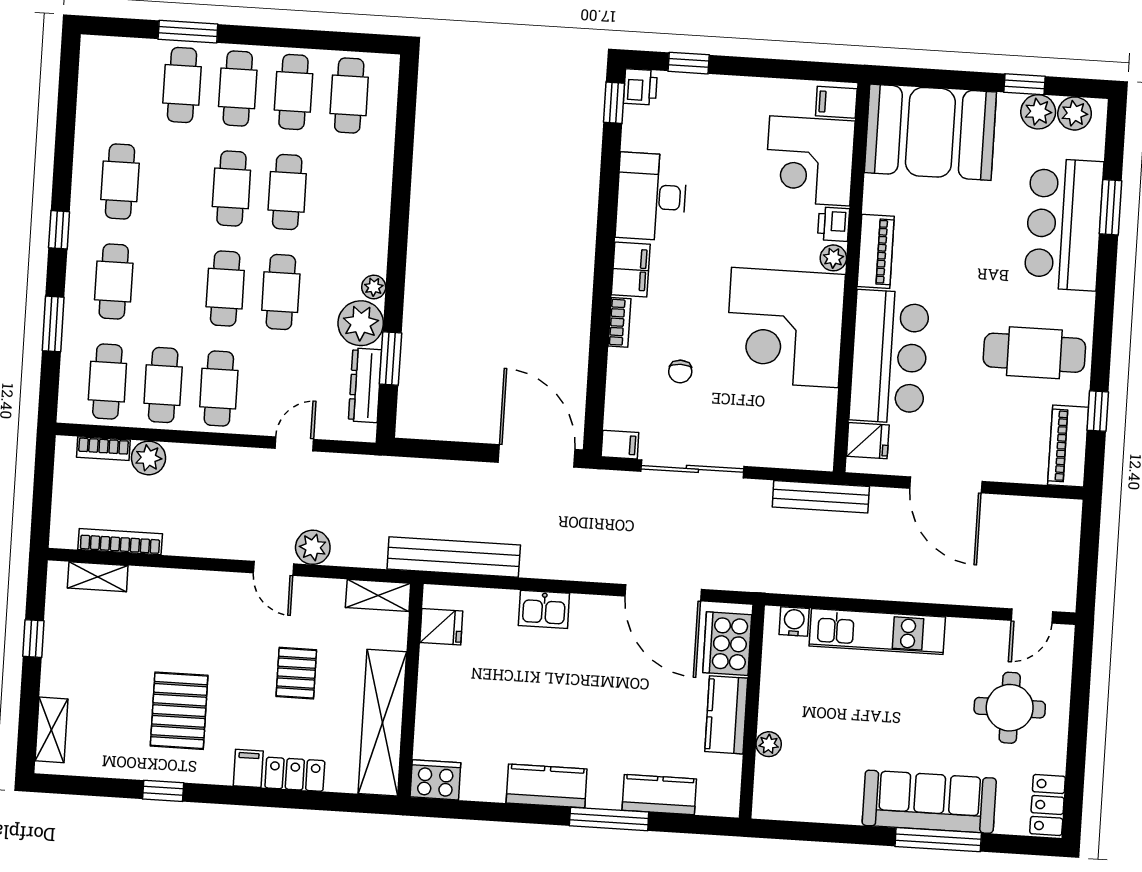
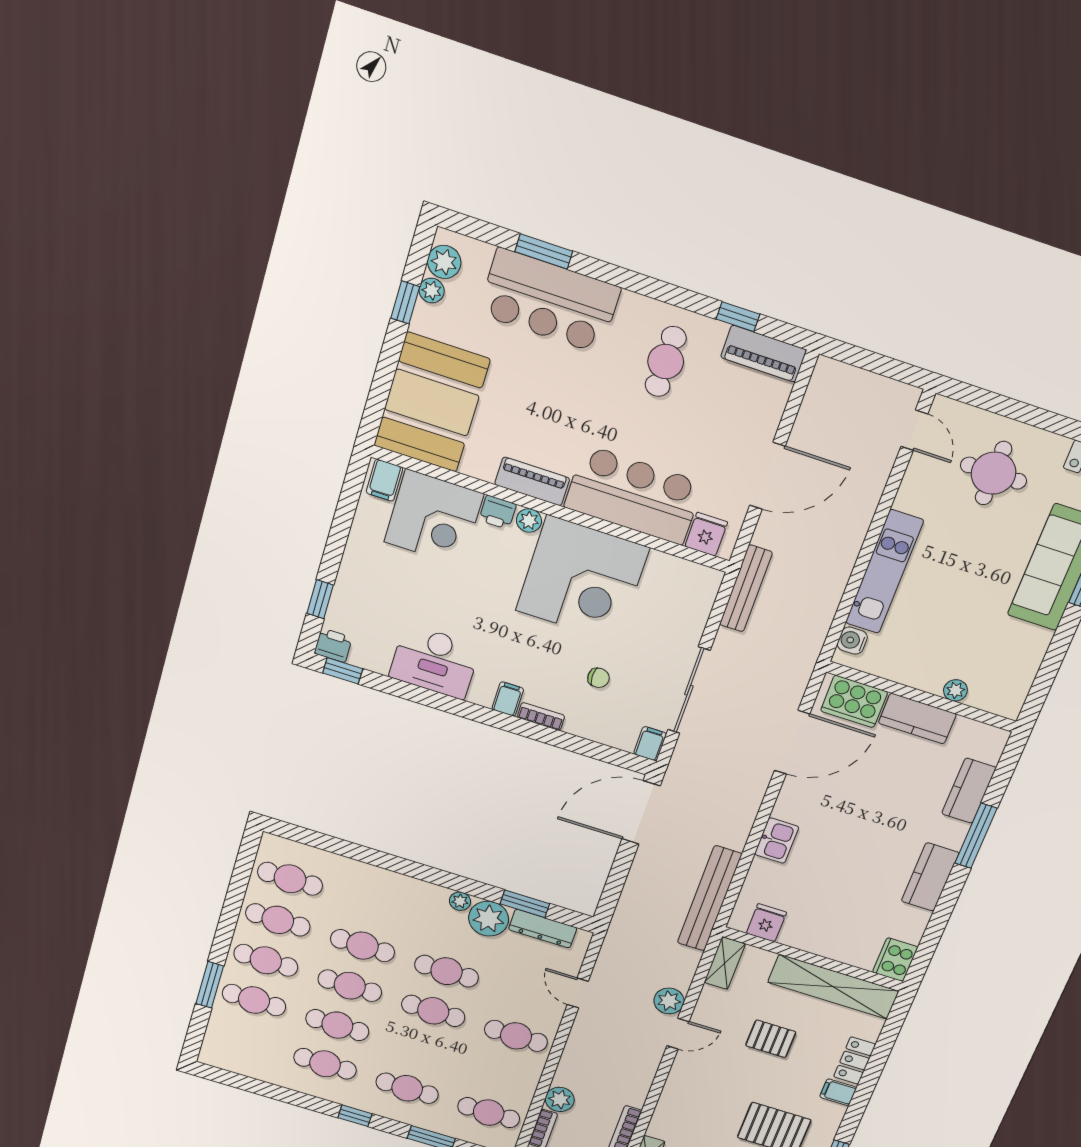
plant: (1038, 112) -> (432, 291), width x0.73, depth x0.73
filing cabinet: (631, 269) -> (508, 699), width x0.50
cafe table: (1034, 353) -> (666, 362), width x0.73, depth x0.74
cafe table: (163, 385) -> (337, 1025), moved

